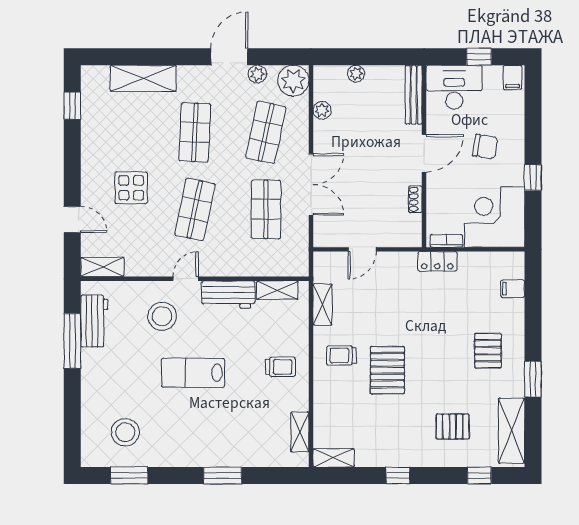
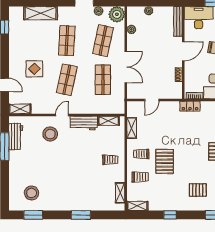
lab bench: (193, 373) -> (66, 163), removed
trolley: (340, 401) -> (140, 177), added

